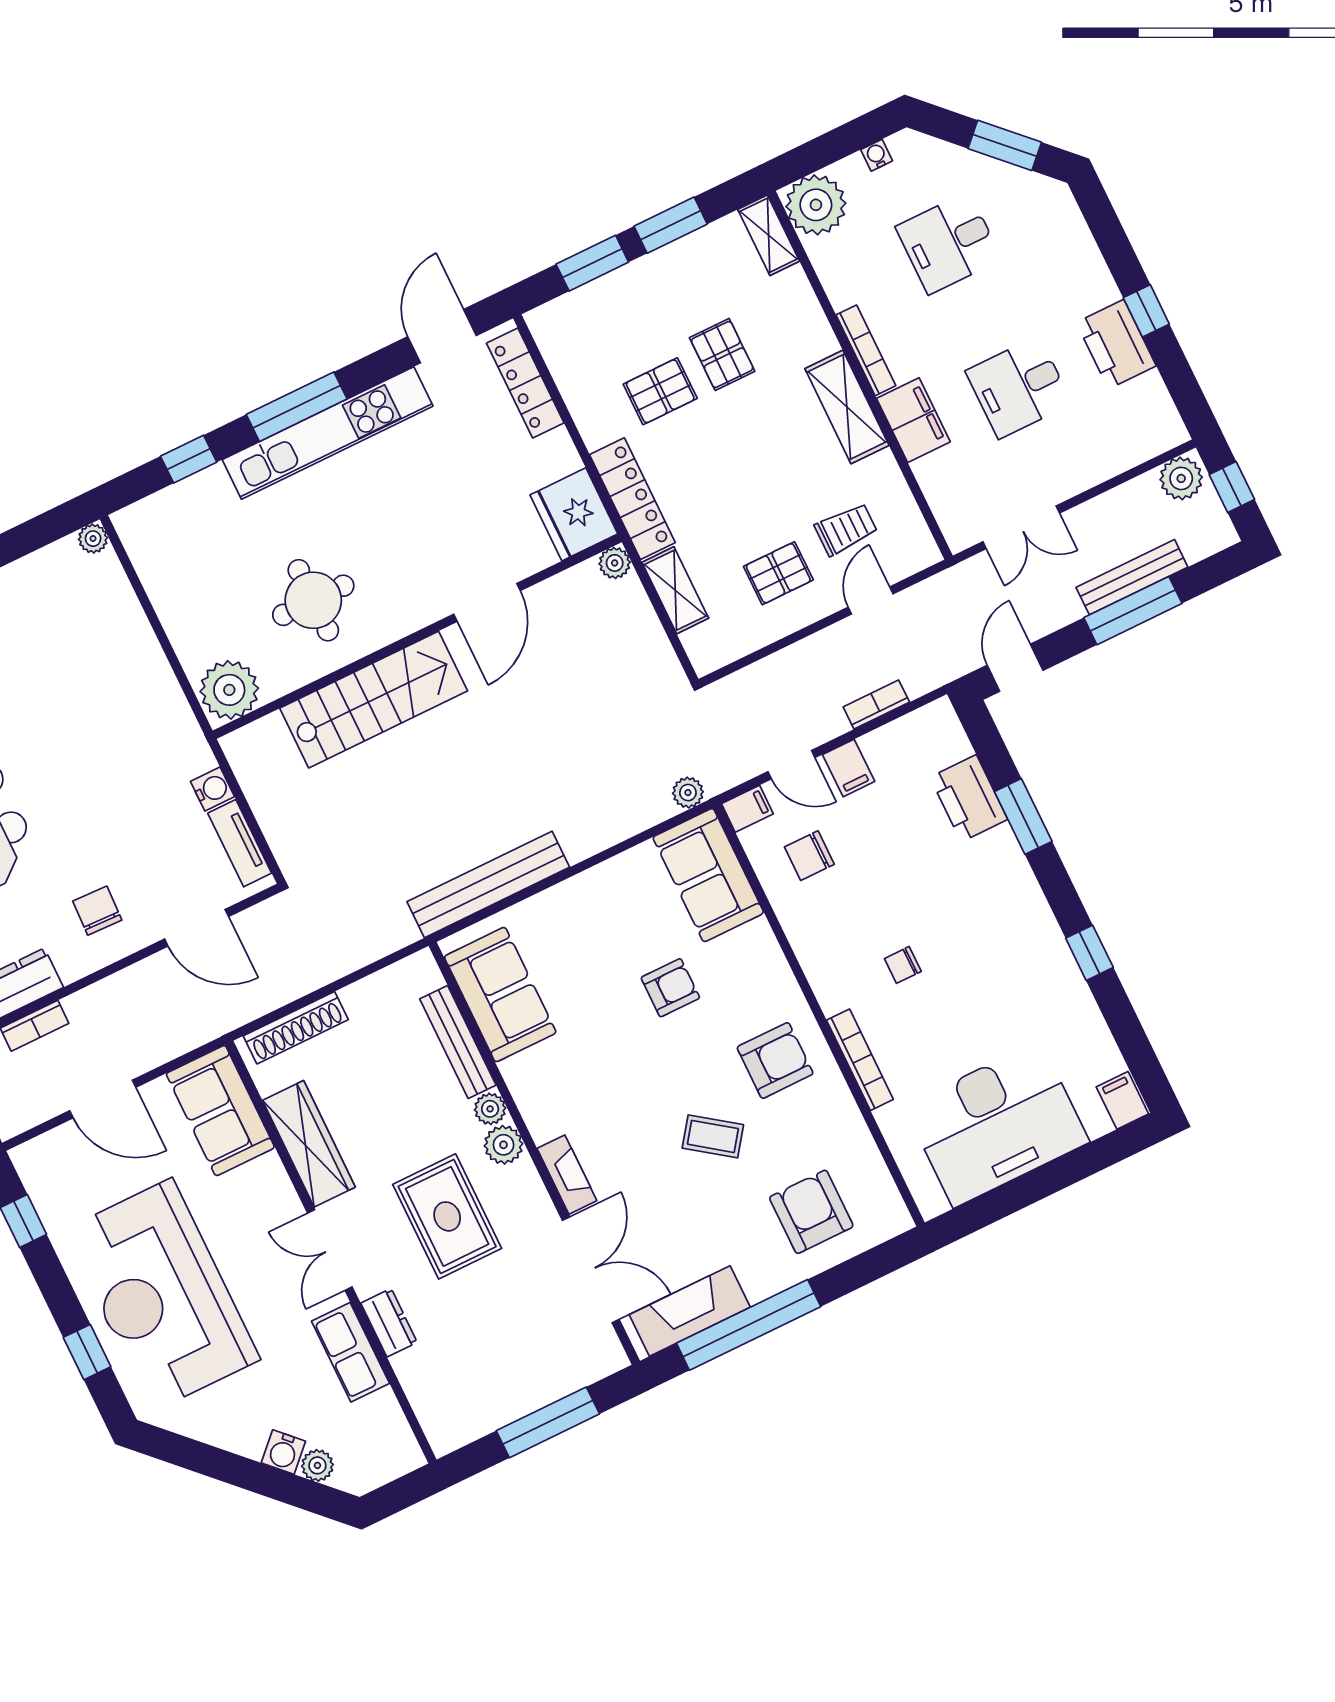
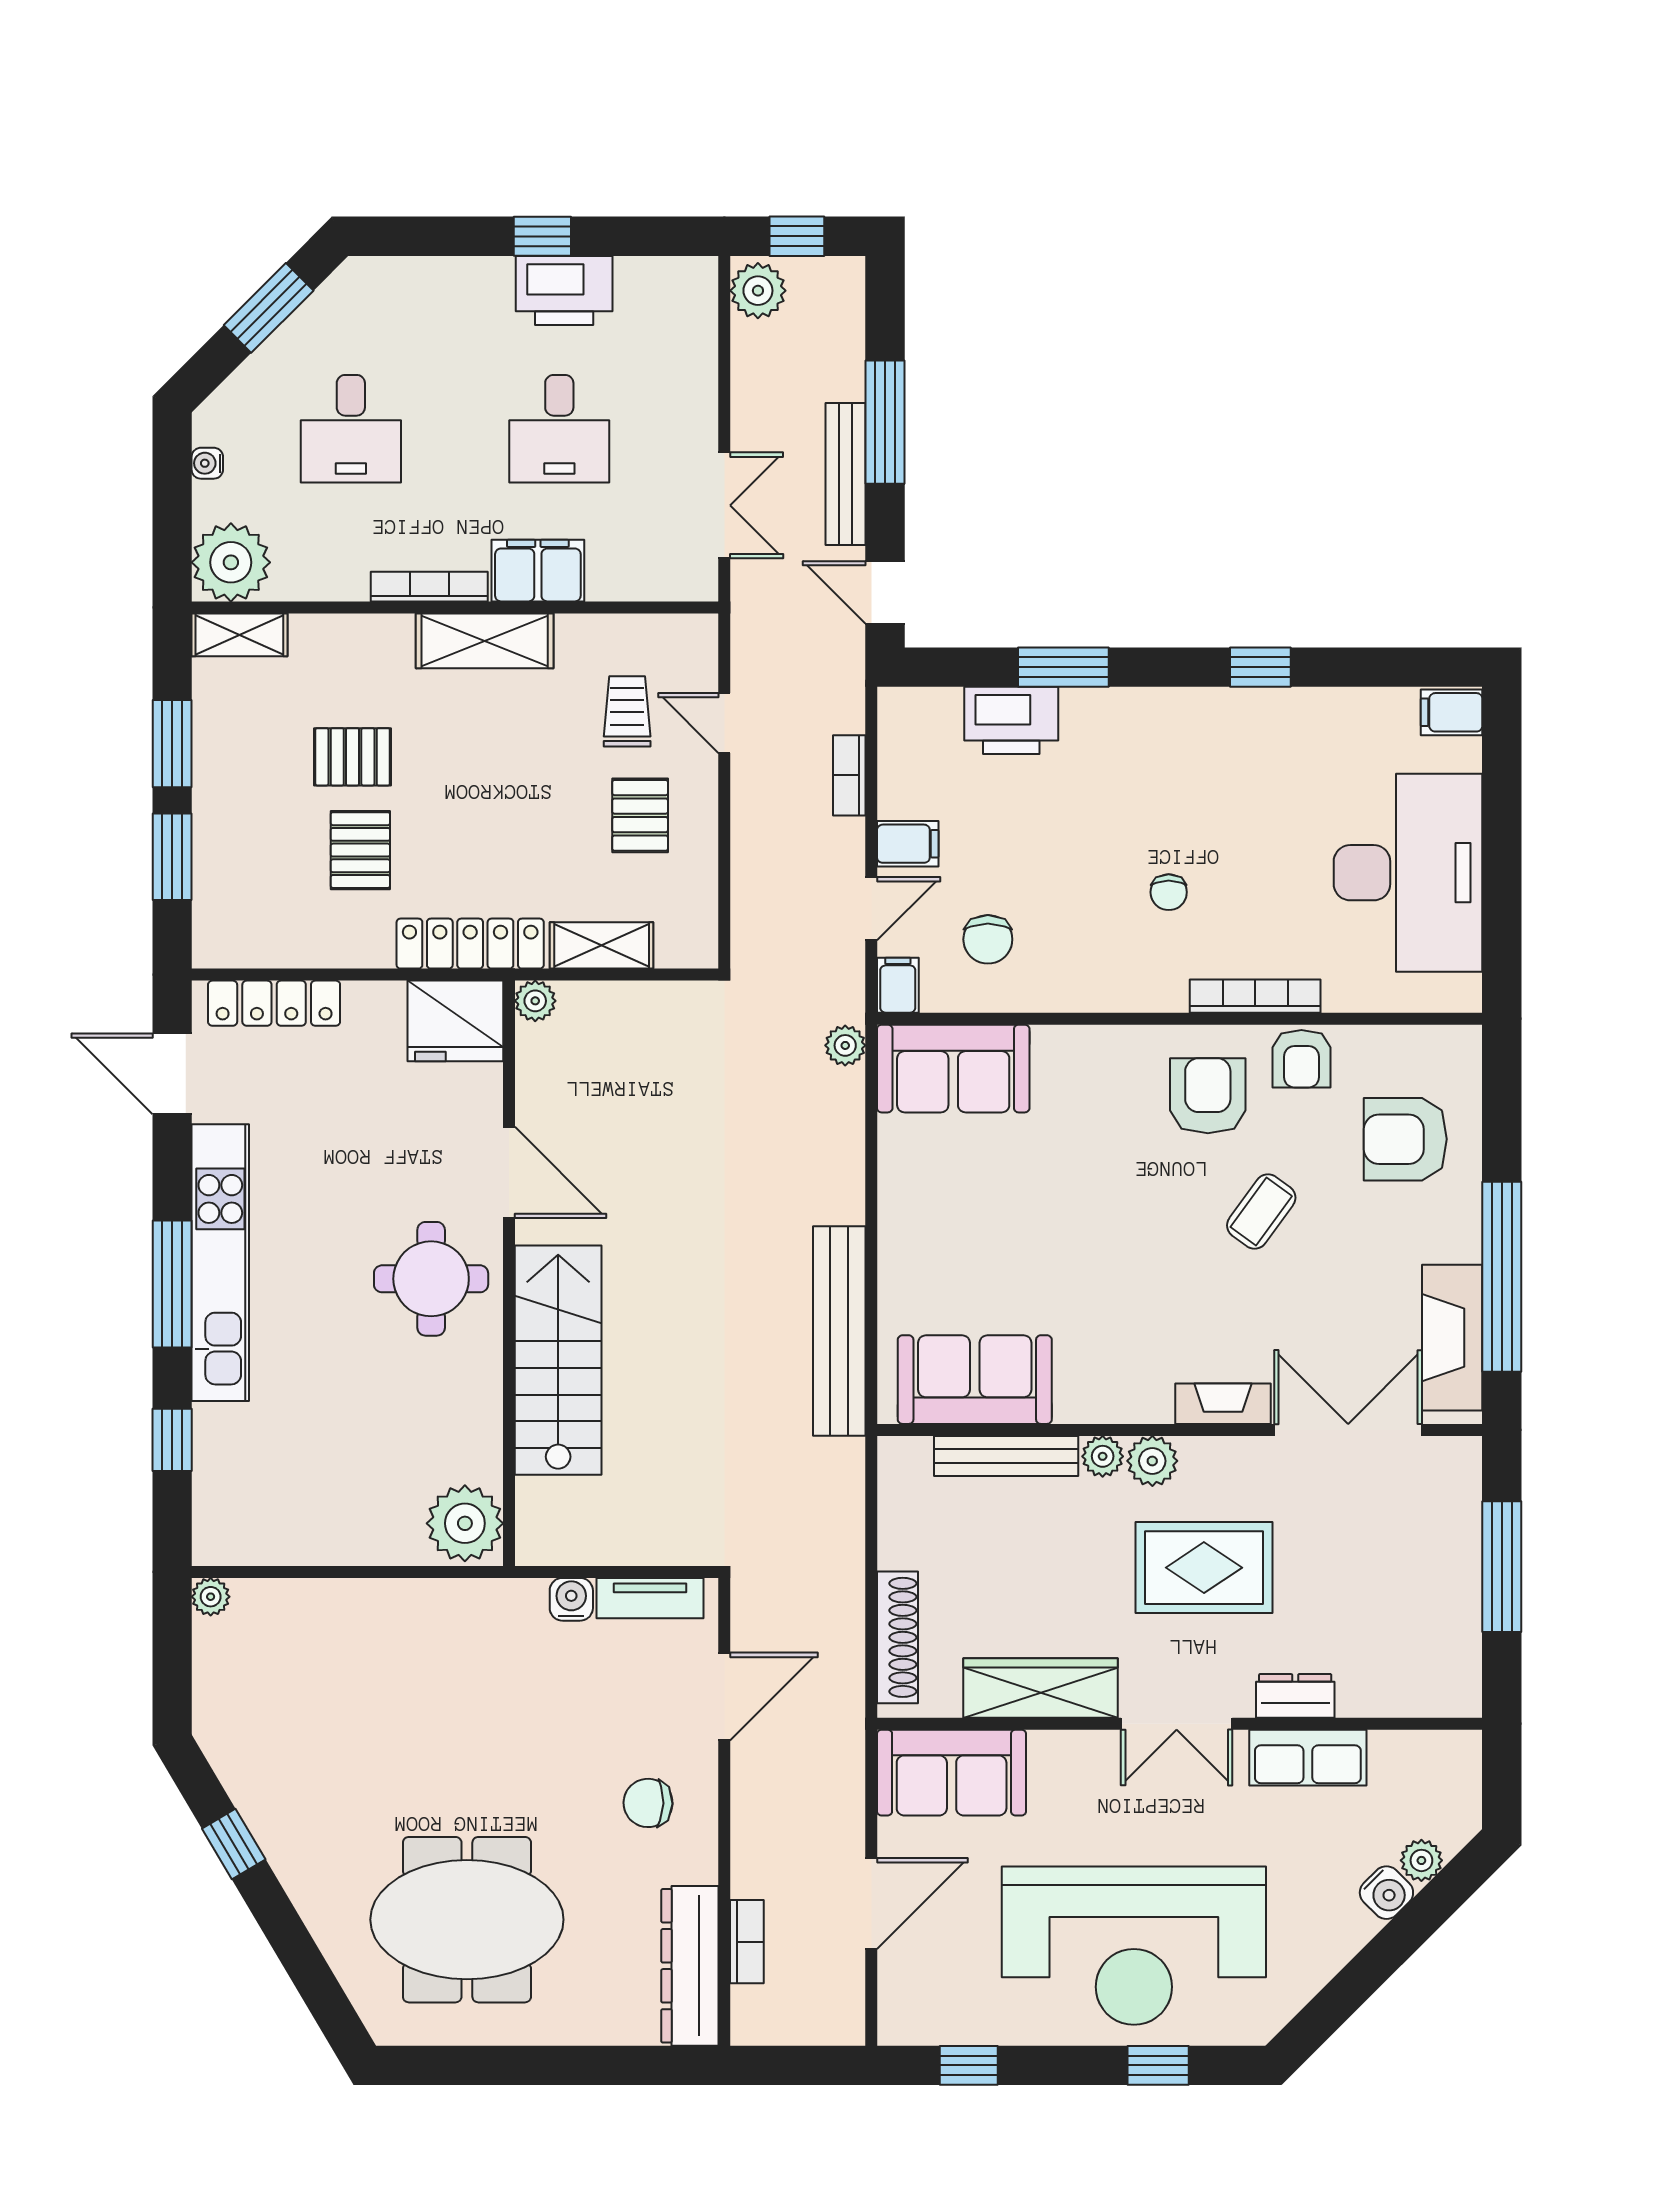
bench: (1132, 577) -> (845, 474), moved
round table: (313, 600) -> (431, 1279), moved
armchair: (670, 988) -> (1301, 1059), moved, turned 180

